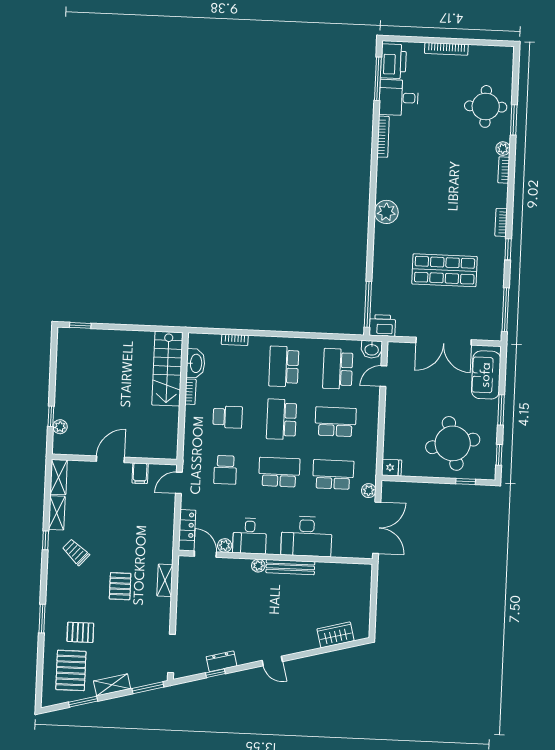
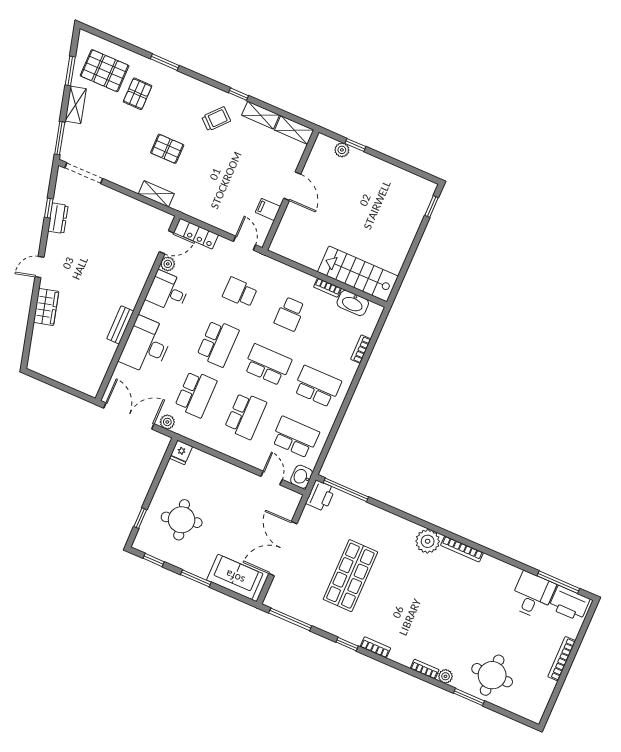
bookcase: (383, 137) -> (462, 549), moved
round table: (453, 443) -> (182, 520), width x0.73, depth x0.73
double door: (377, 528) -> (129, 416), swing flipped
plant: (258, 566) -> (136, 289), removed
bench: (290, 567) -> (120, 325), width x0.73
wardrobe: (336, 635) -> (46, 307), moved

